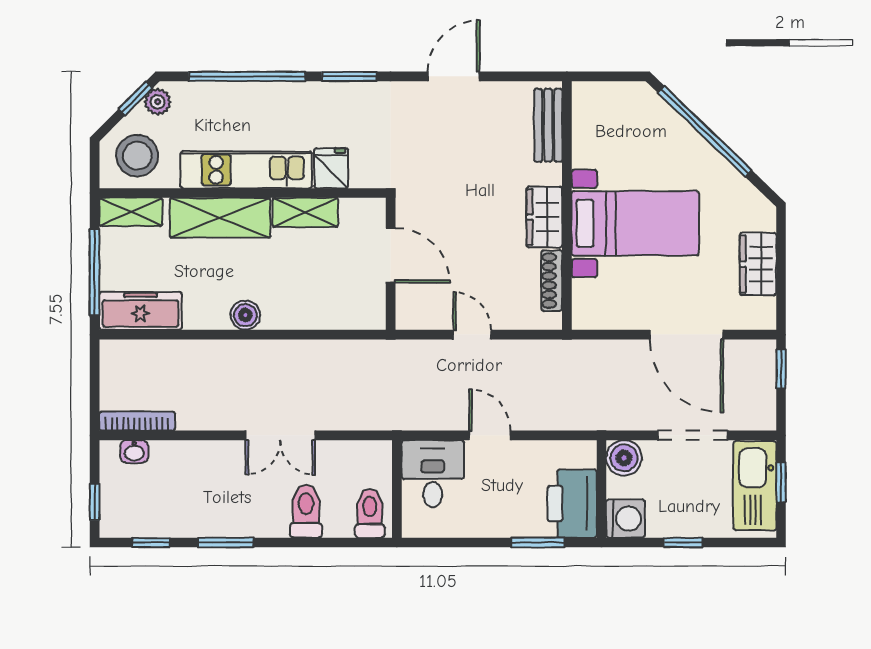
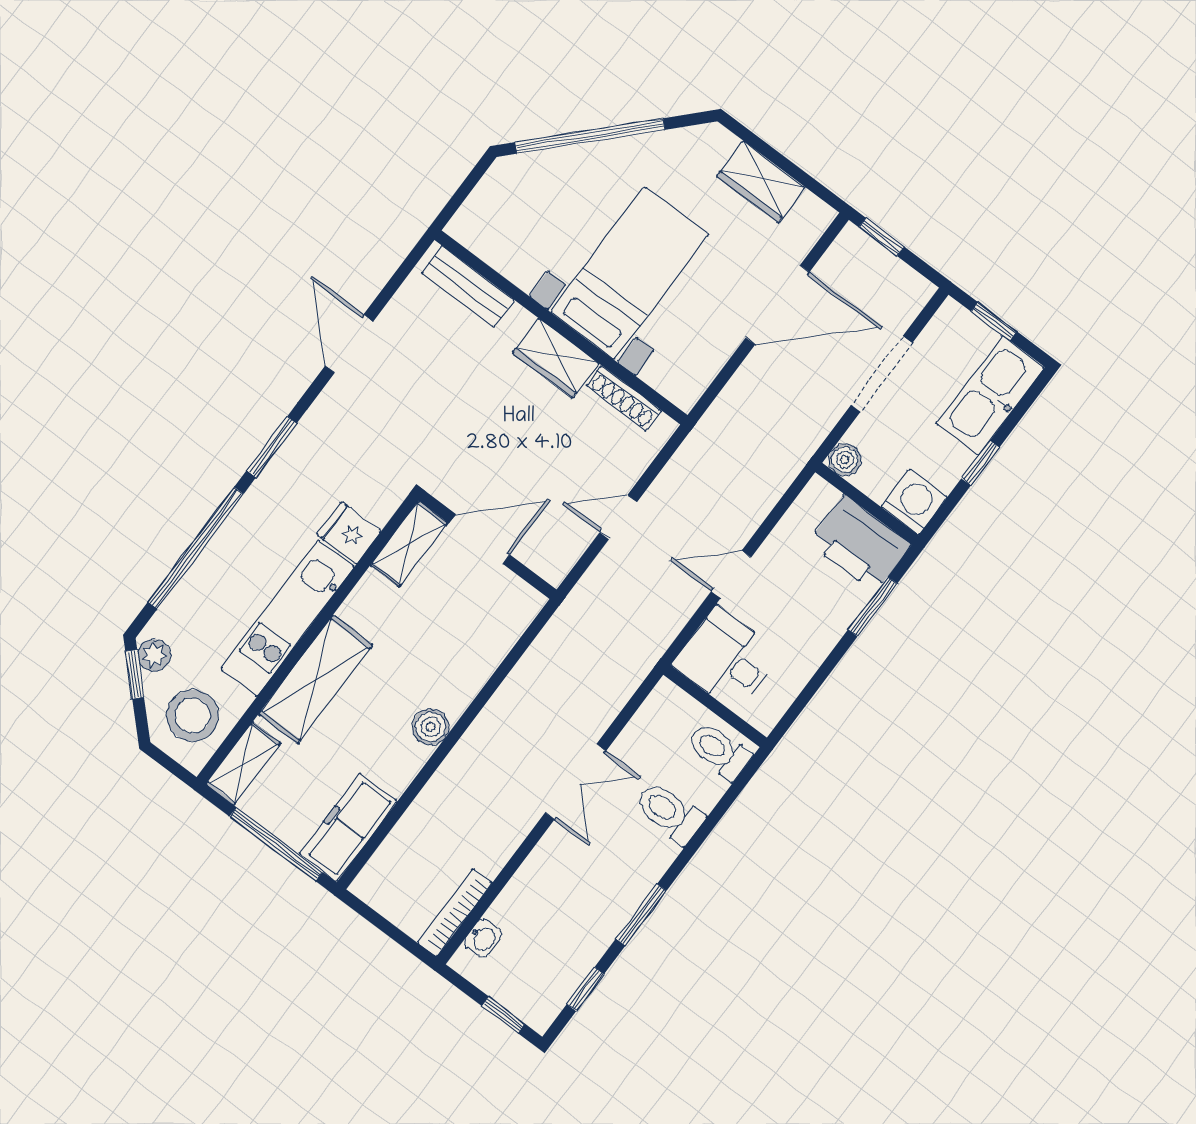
shelving: (305, 212) -> (409, 544), moved
boiler: (624, 458) -> (845, 460), width x0.73, depth x0.73
kitchen sink: (755, 486) -> (991, 395), moved, turned 90

